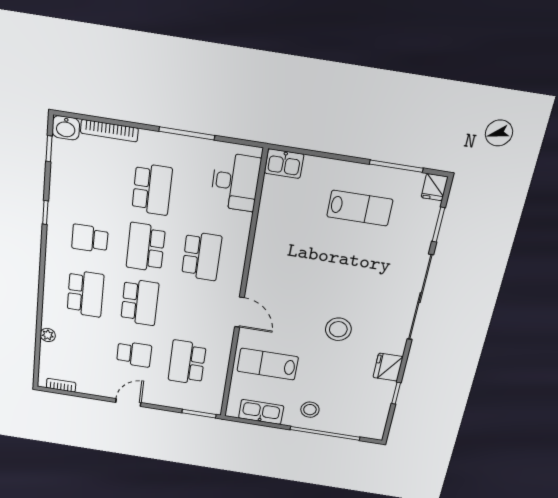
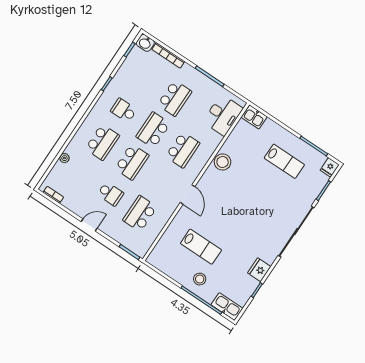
stool: (338, 329) -> (223, 162), moved
lab bench: (268, 364) -> (201, 247), moved, turned 180
kitchen sink: (261, 412) -> (227, 307), moved

